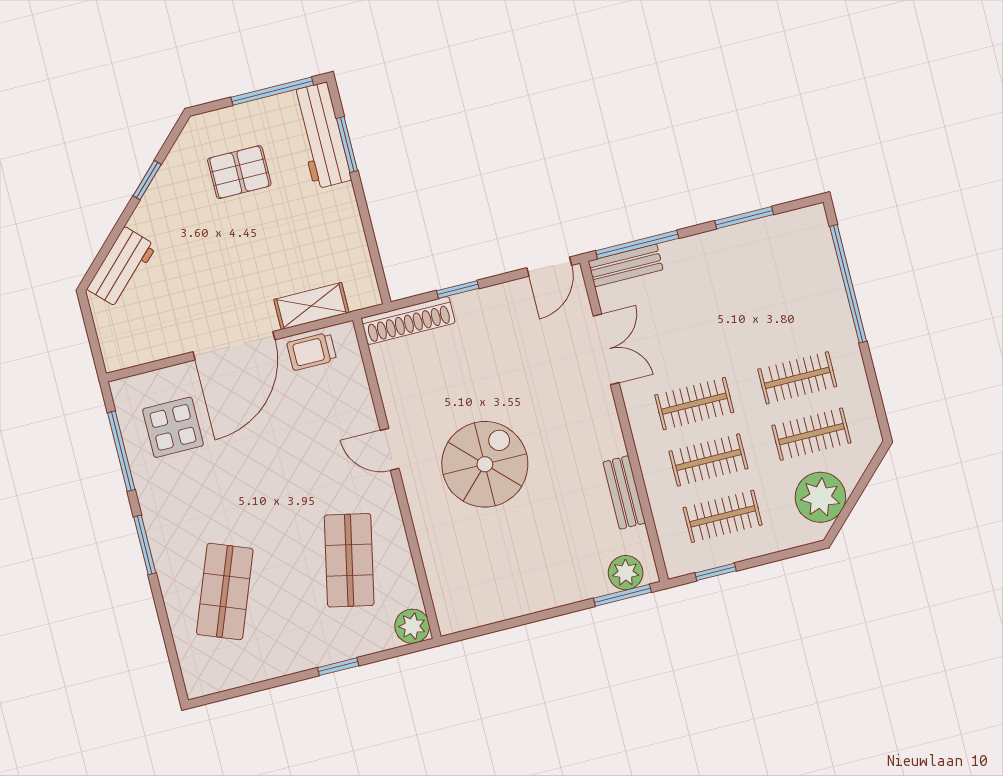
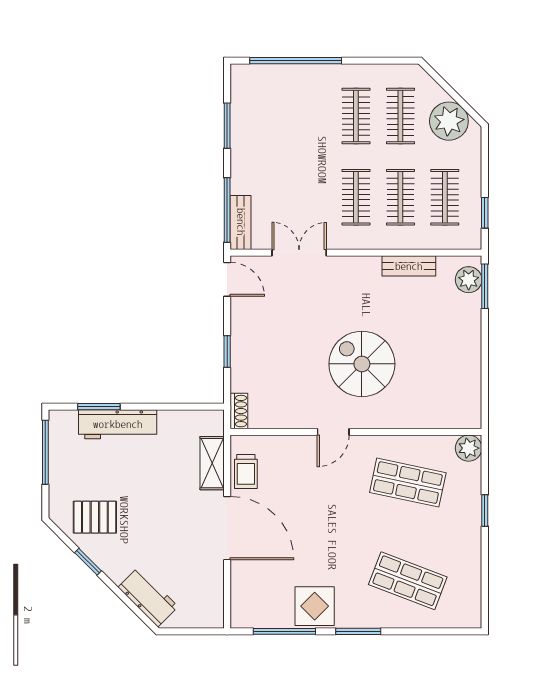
workbench: (321, 135) -> (118, 424), moved
pallet: (239, 172) -> (95, 517), moved, turned 90
shoe rack: (408, 321) -> (239, 411), width x0.51, depth x0.81
display table: (173, 427) -> (315, 606), moved

